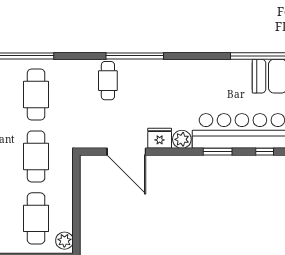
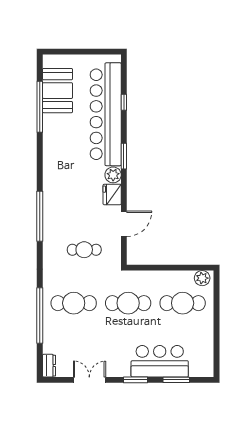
cafe table: (108, 81) -> (84, 250), moved
door: (126, 152) -> (124, 224), width x0.73
window: (218, 152) -> (124, 156), moved

